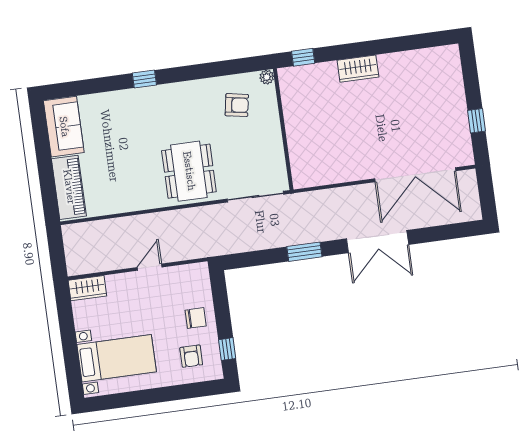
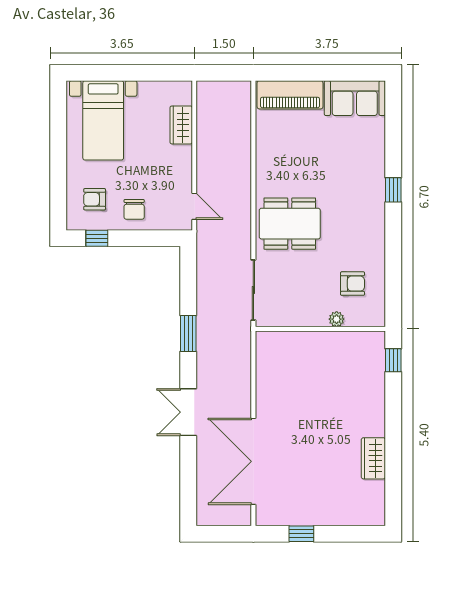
wardrobe: (358, 69) -> (373, 458), moved
plant: (267, 77) -> (337, 319), moved
armchair: (237, 105) -> (353, 284), turned -100
double door: (378, 242) -> (188, 412), width x0.73
door: (150, 267) -> (194, 206), moved
wardrobe: (87, 288) -> (181, 125), moved

